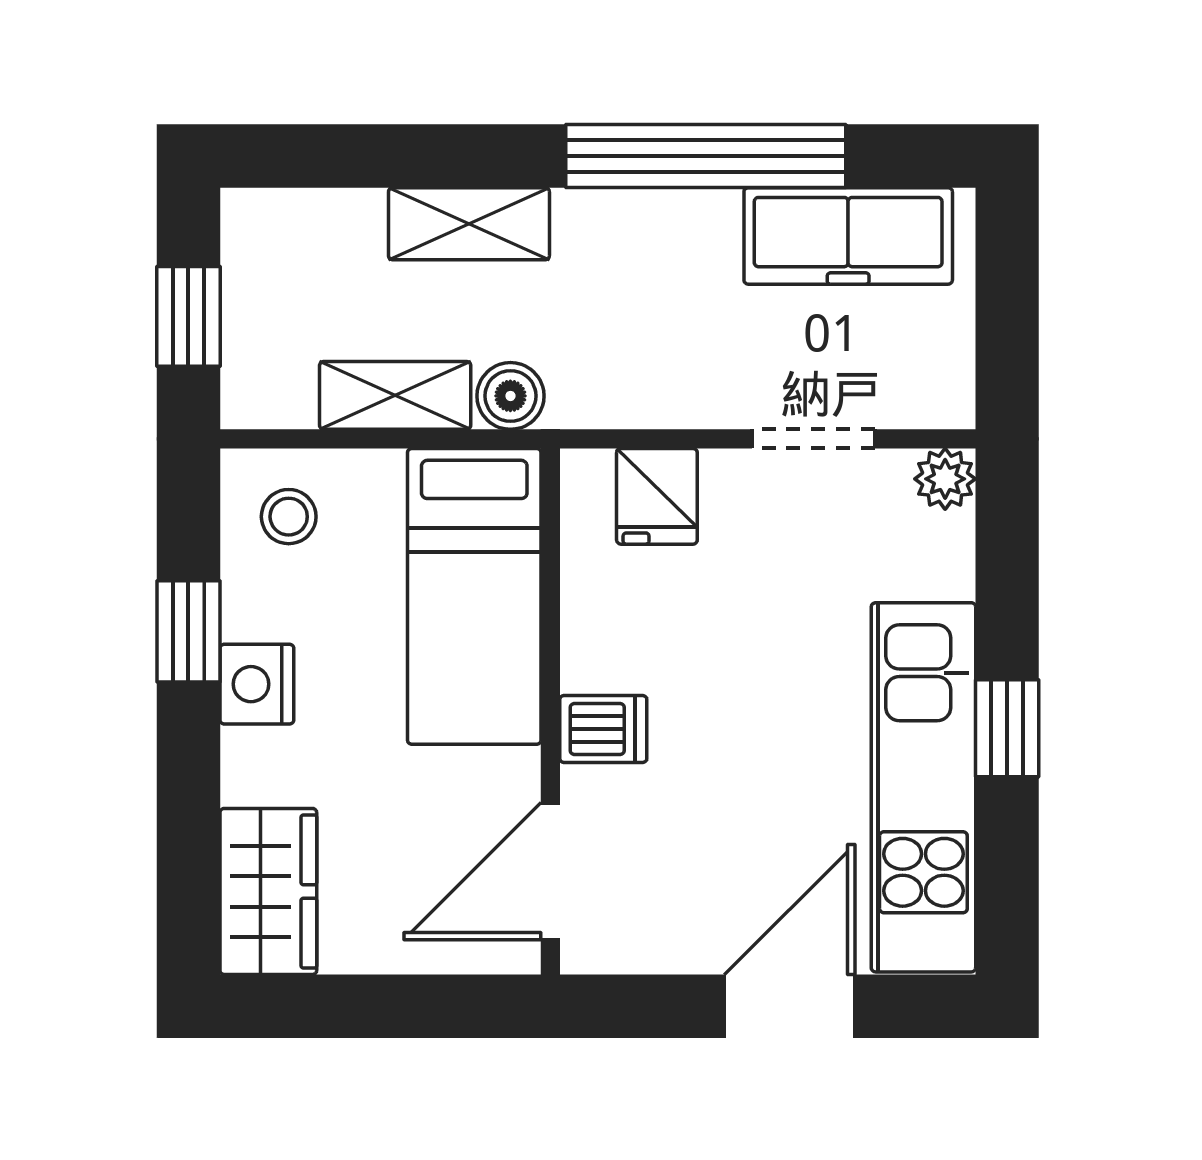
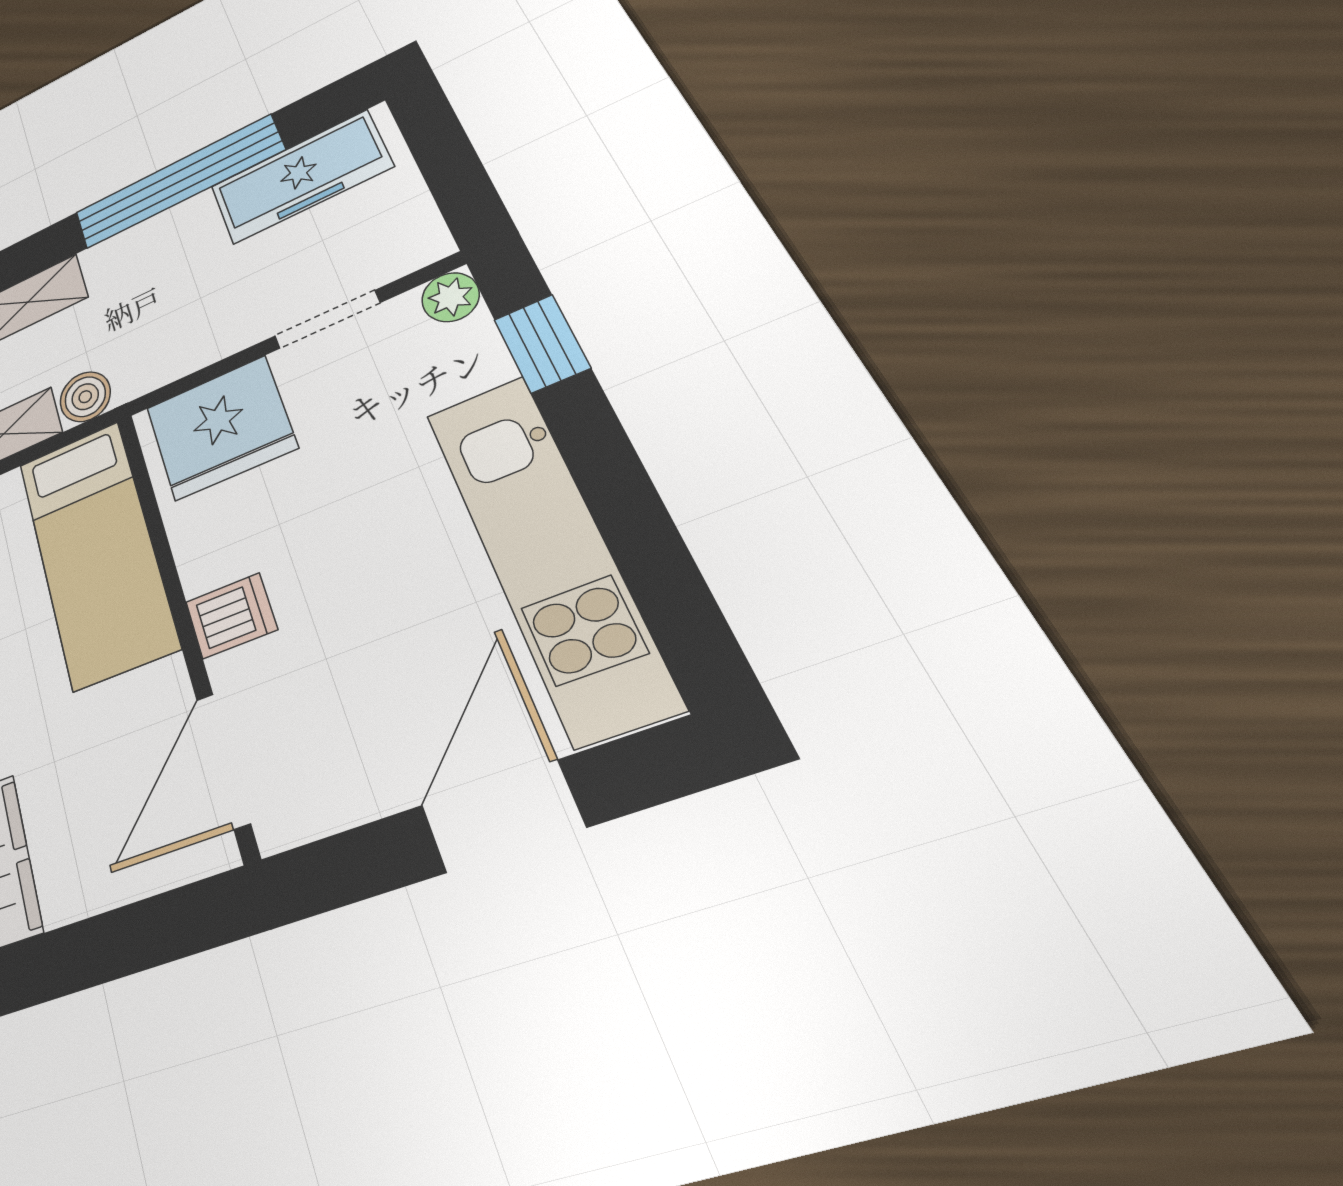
fridge: (657, 496) -> (221, 428), width x1.88, depth x1.34
window: (1007, 728) -> (542, 343), moved

